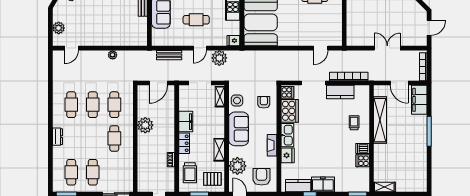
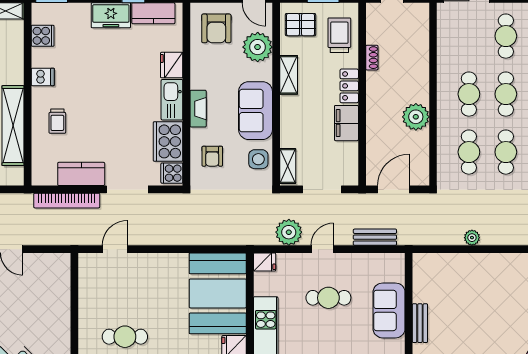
cafe table: (93, 138) -> (506, 94), added
fireplace: (272, 145) -> (198, 109), moved
cooker: (363, 161) -> (43, 36), moved

